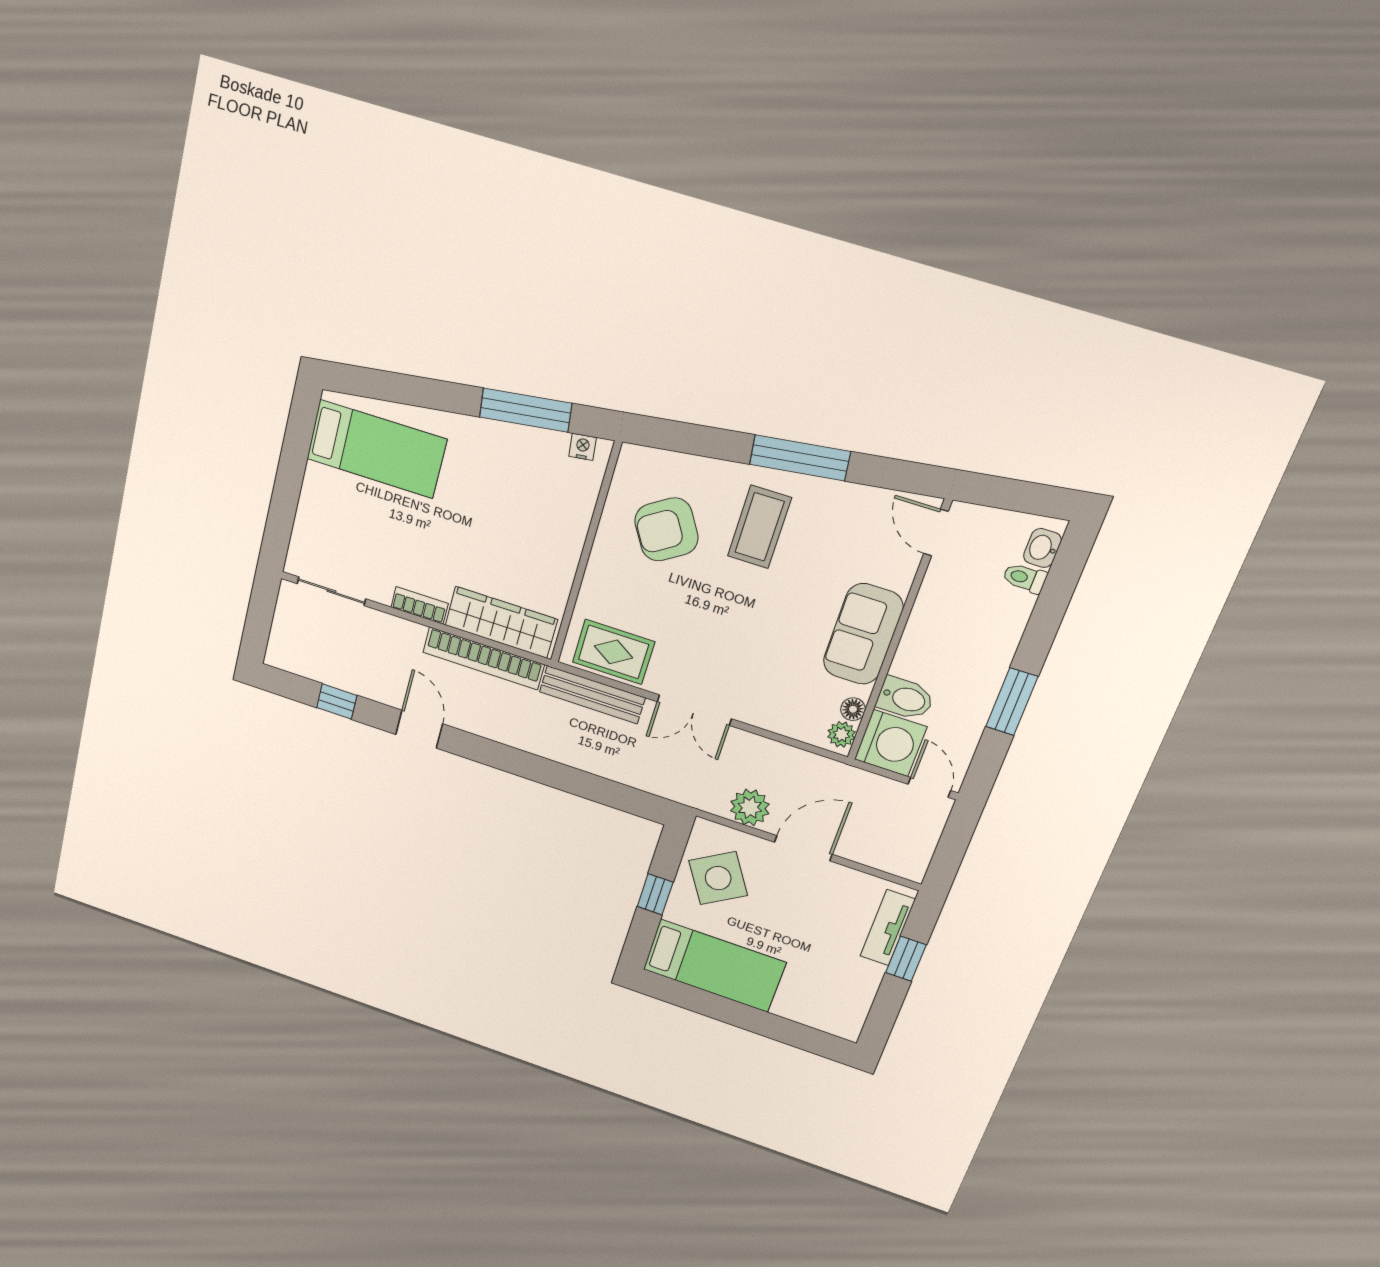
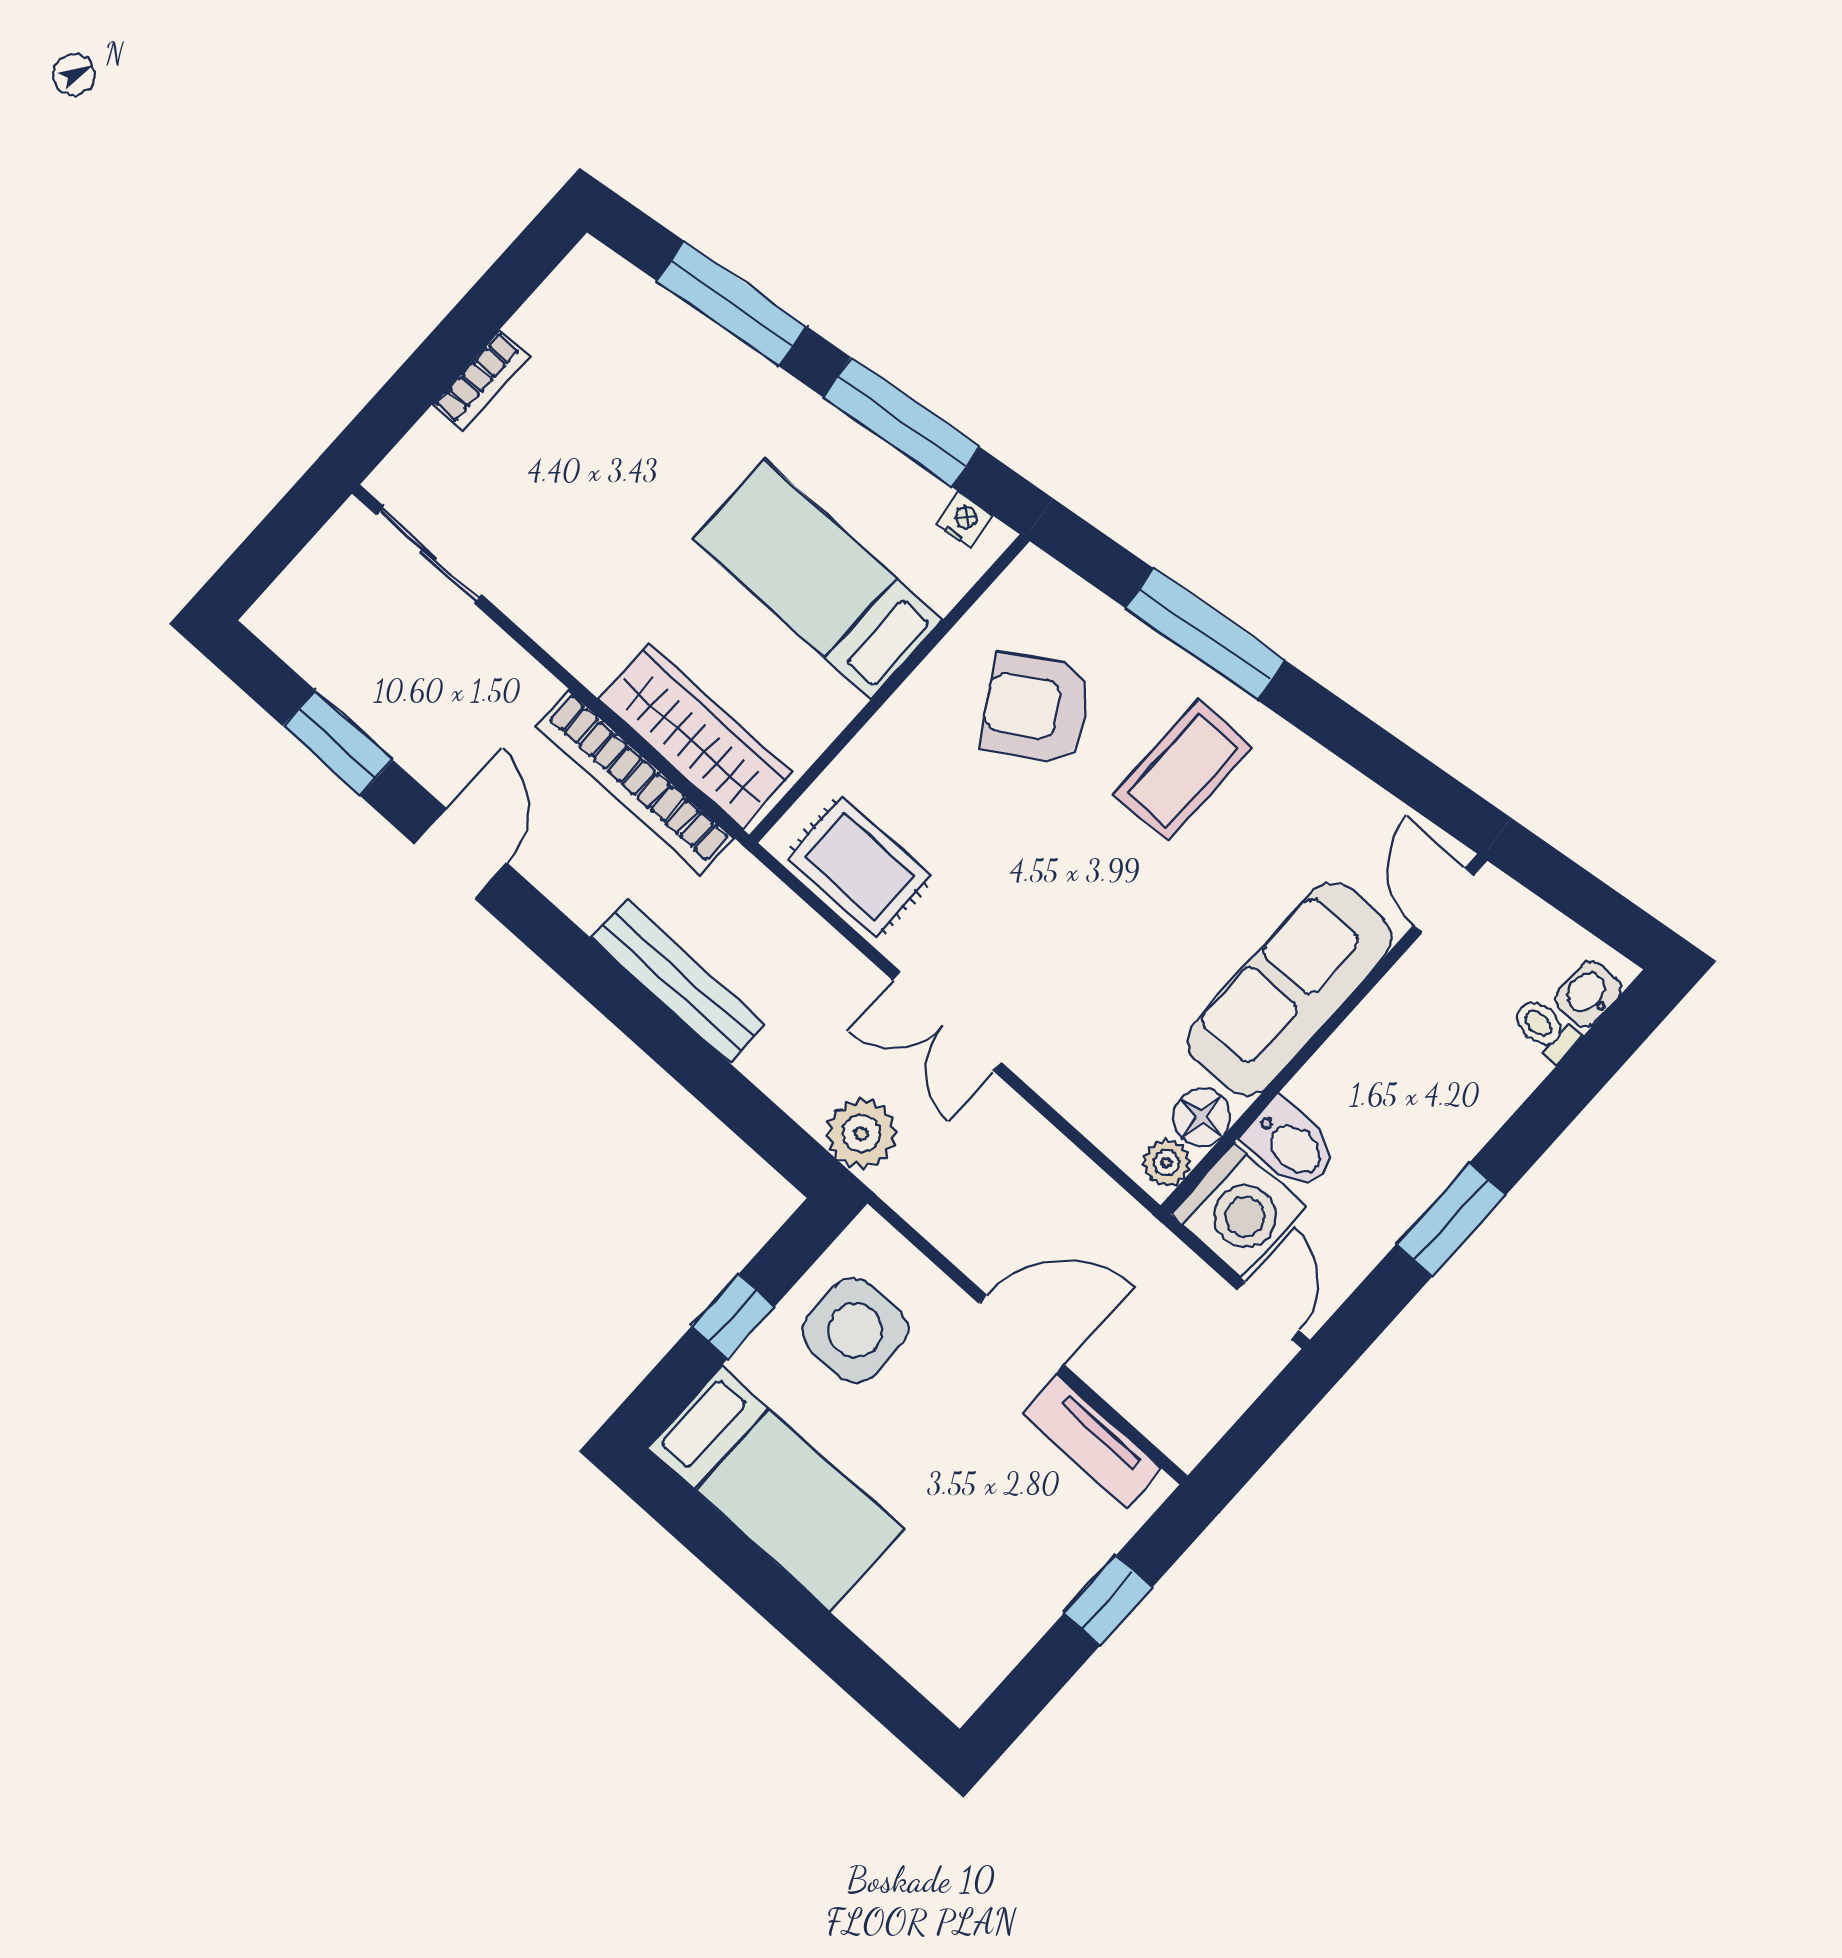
window: (410, 390) -> (732, 304), added
bed: (376, 449) -> (818, 580), moved, turned 180
window: (800, 458) -> (1205, 634), moved
bookcase: (420, 605) -> (481, 380), moved, turned 90
sofa: (863, 634) -> (1290, 989), width x1.36
bench: (592, 695) -> (678, 982), moved
window: (337, 701) -> (338, 743), width x1.50
floor lamp: (853, 709) -> (1202, 1117), width x1.37, depth x1.37
plant: (750, 807) -> (861, 1133), moved
side table: (718, 878) -> (855, 1330), turned 32
tv unit: (888, 928) -> (1092, 1442), moved, turned -90

